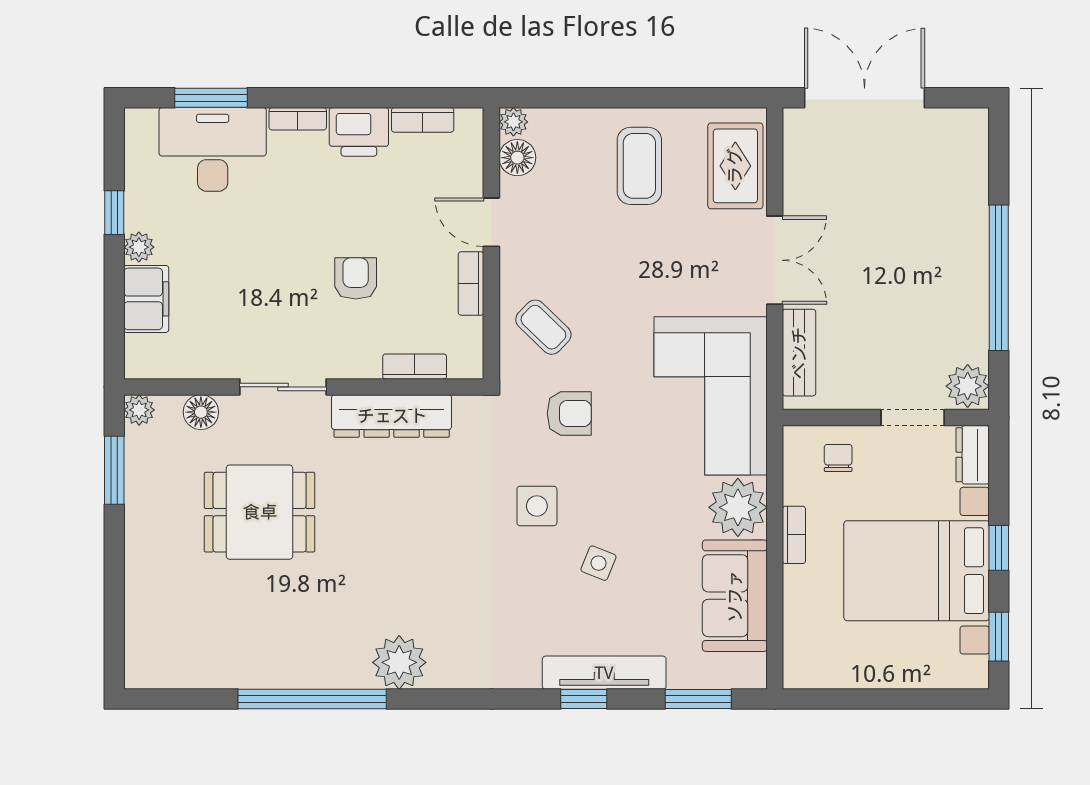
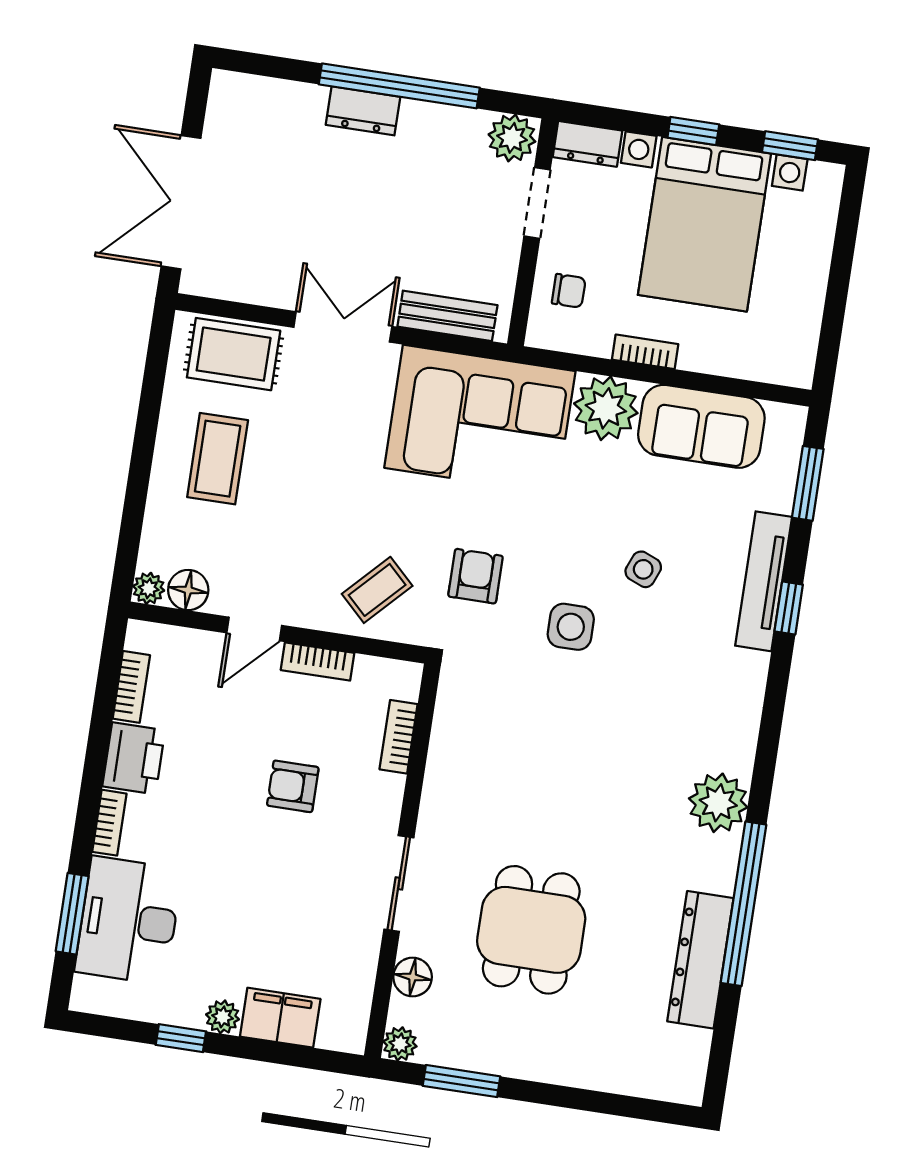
coffee table: (639, 166) -> (218, 459), turned 90
dresser: (971, 249) -> (363, 111), added
dresser: (392, 416) -> (700, 960), moved, turned 180
chair: (838, 458) -> (569, 291), turned 180

